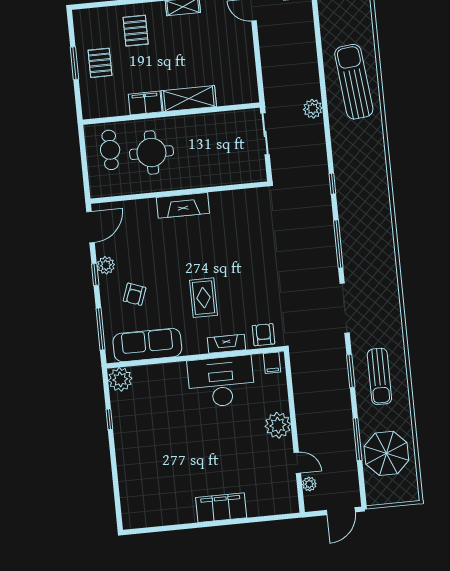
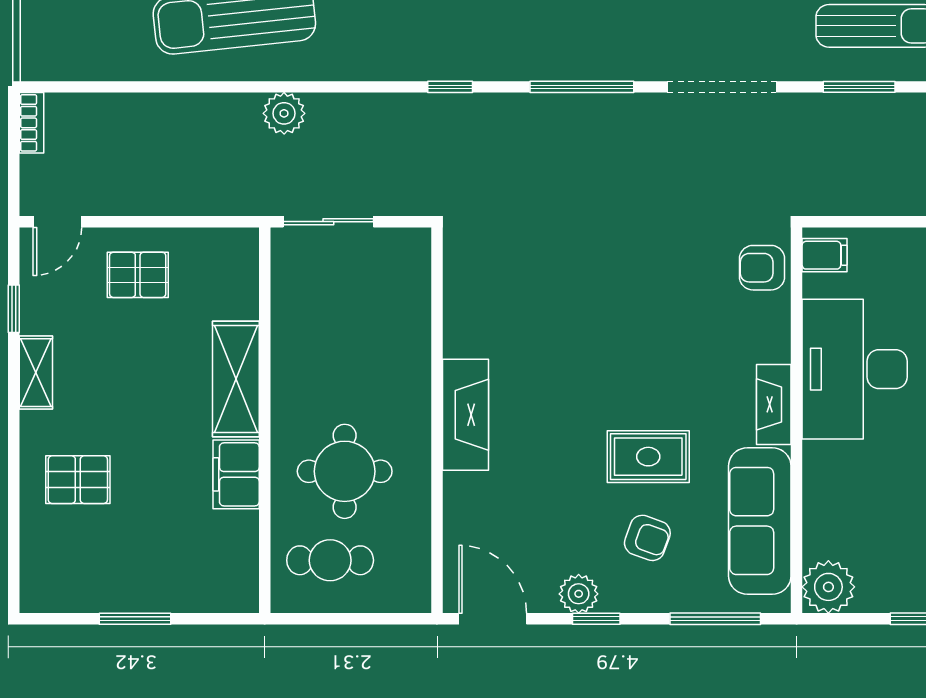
pallet: (100, 63) -> (138, 275), moved
rug: (204, 298) -> (648, 457), moved
fireplace: (226, 344) -> (774, 404), moved

